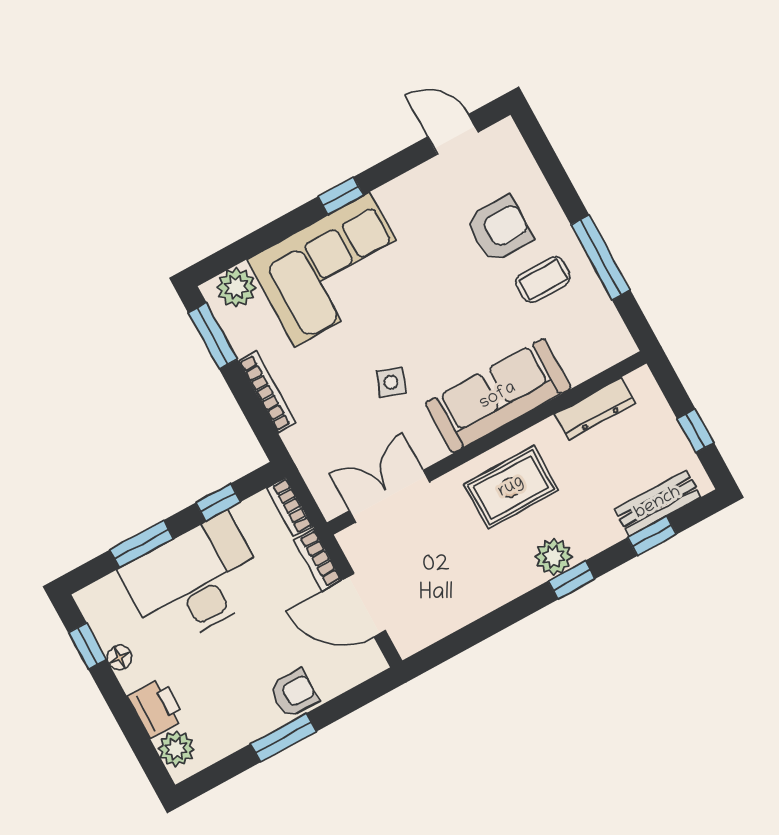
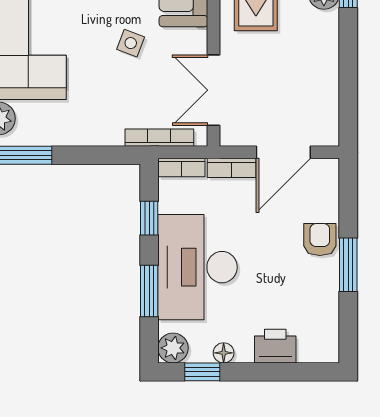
bookcase: (267, 392) -> (159, 138), moved
plant: (176, 749) -> (173, 348), moved

